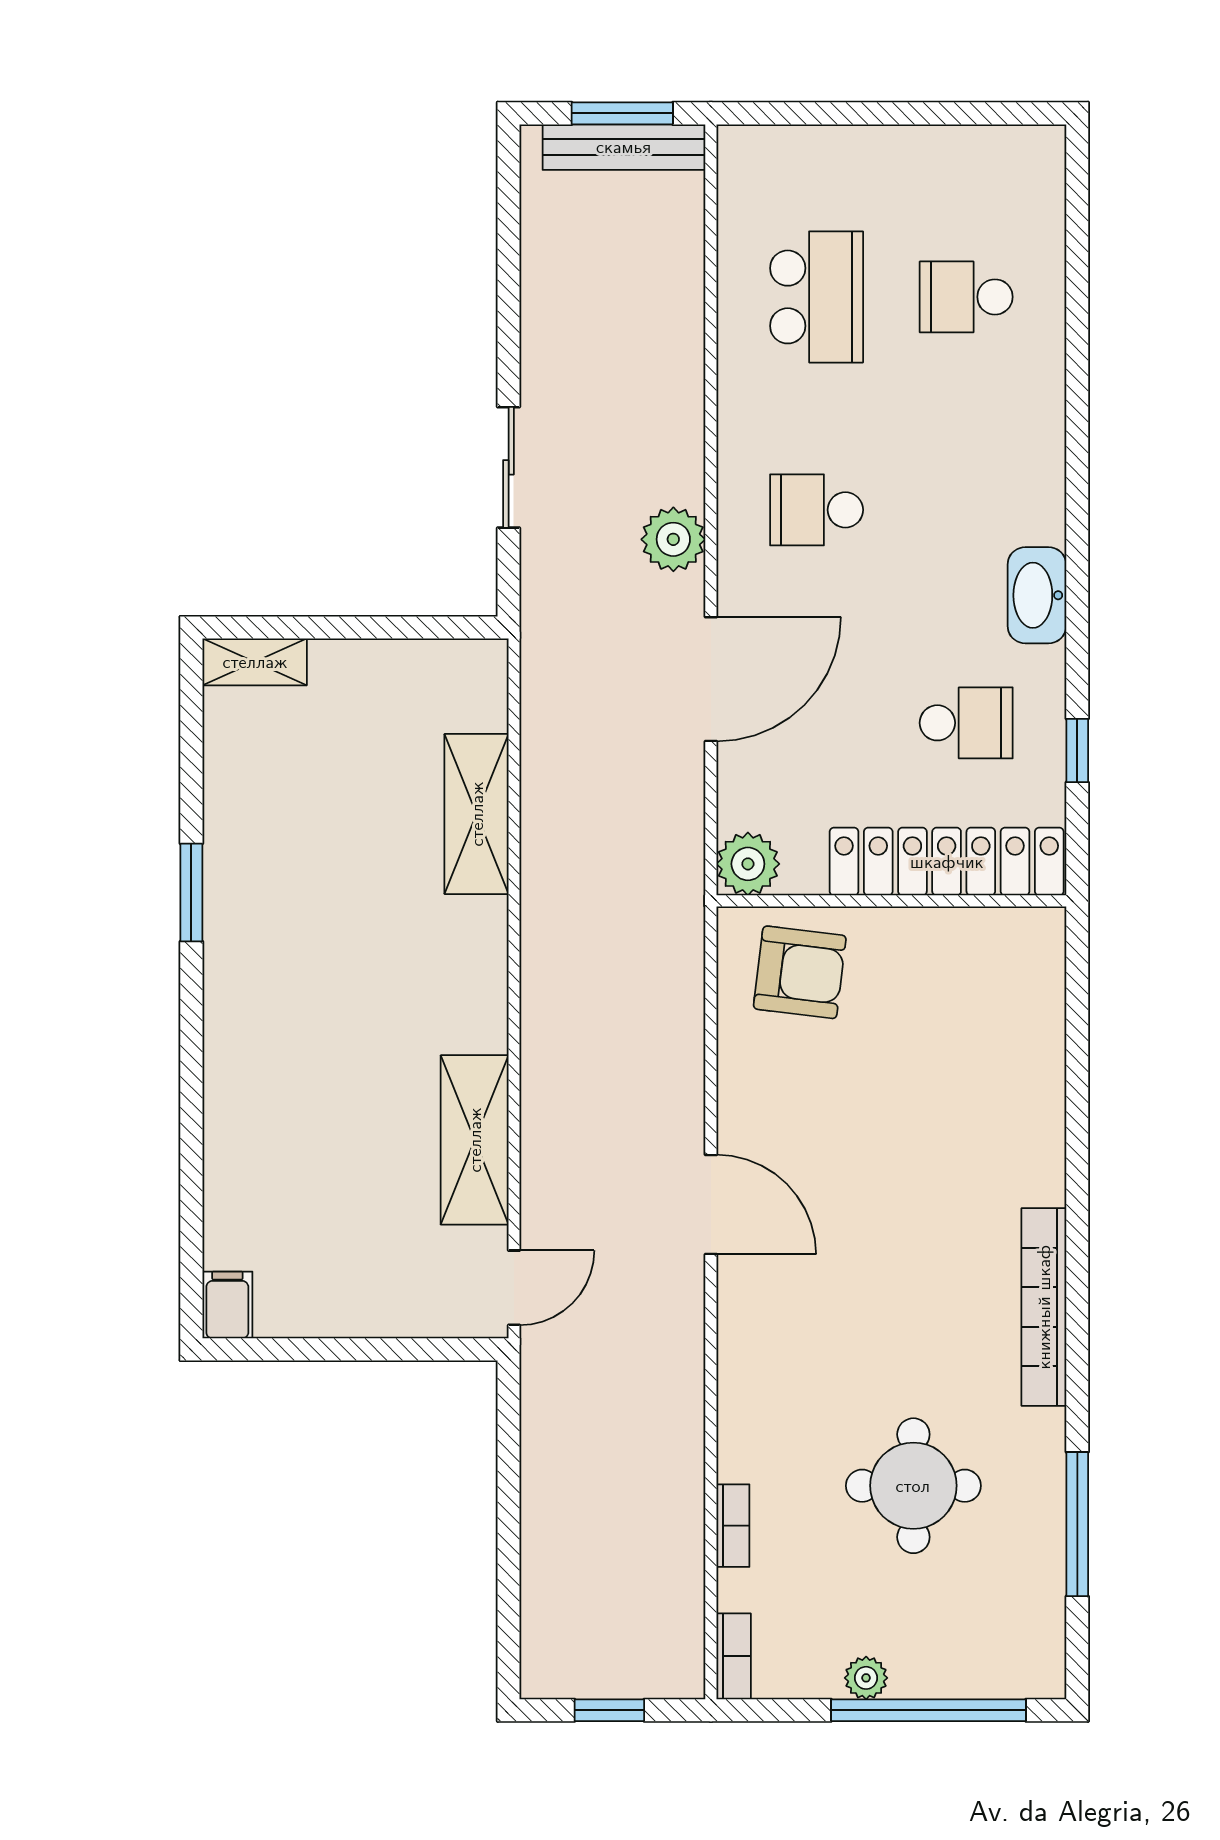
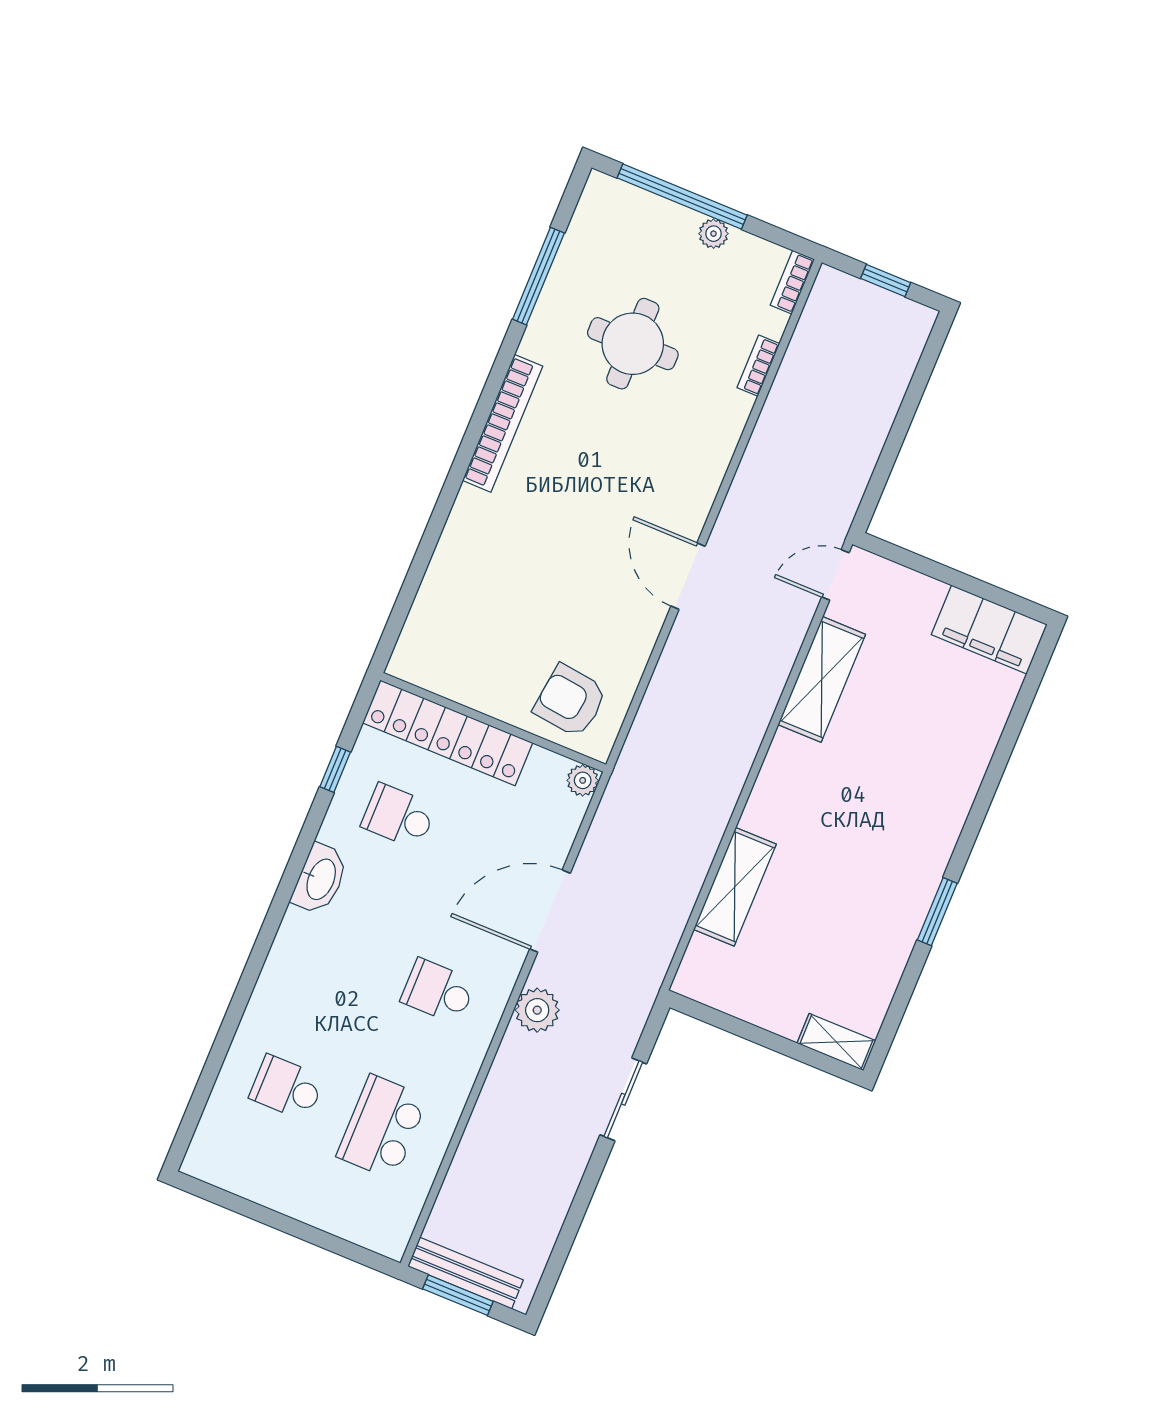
school desk: (966, 297) -> (287, 1088), turned 180
school desk: (817, 510) -> (438, 991), turned 180
plant: (748, 864) -> (583, 780), width x0.73, depth x0.73
filing cabinet: (227, 1305) -> (989, 630), width x3.00, depth x1.17

